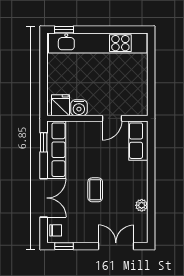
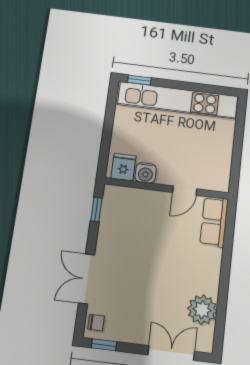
row of seats: (56, 150) -> (111, 220), removed
coffee table: (95, 190) -> (153, 276), removed
double door: (44, 198) -> (87, 279), swing flipped
plant: (142, 205) -> (202, 310), width x1.88, depth x1.88

